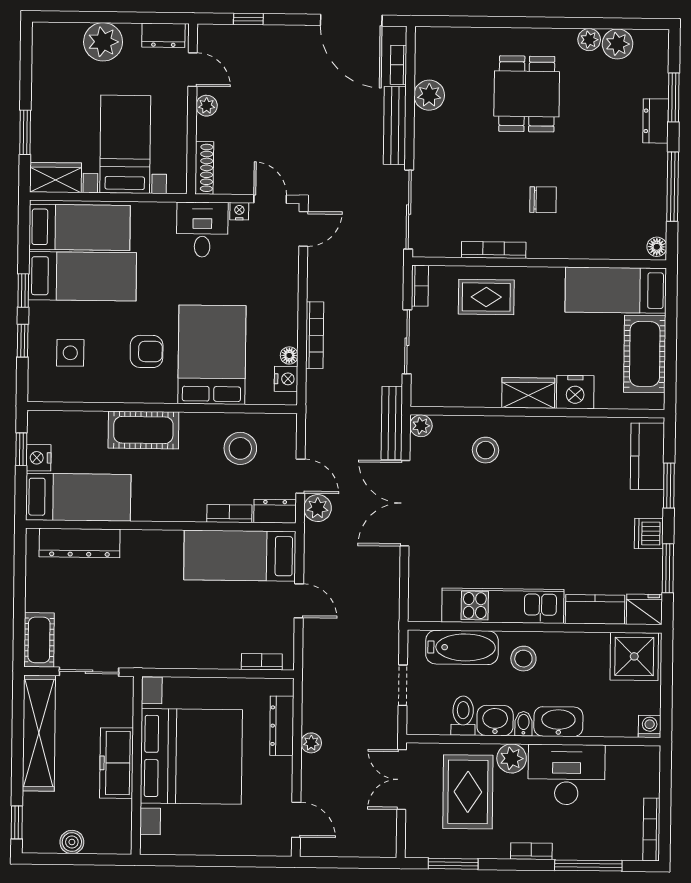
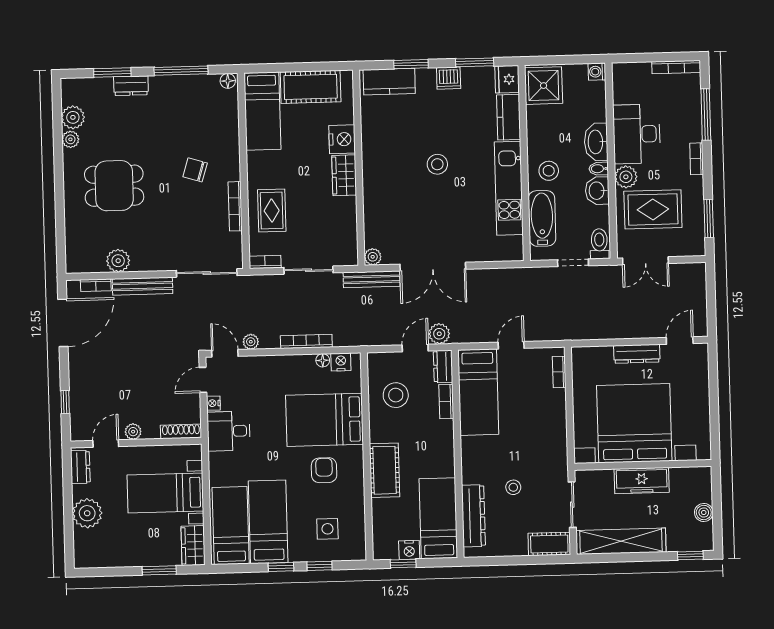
chair: (543, 200) -> (195, 170), turned -73
stool: (485, 450) -> (437, 164), moved
stool: (115, 596) -> (513, 487), added
toilet: (463, 716) -> (599, 244), moved, turned 90
dresser: (282, 726) -> (637, 354), moved
plant: (311, 743) -> (251, 342), moved

